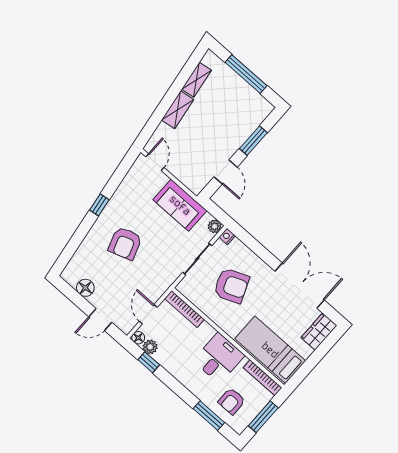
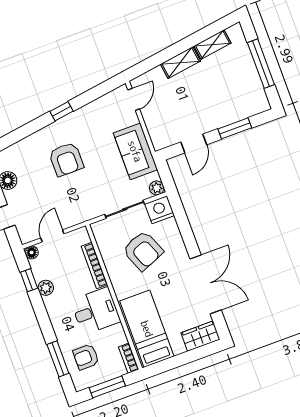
nightstand: (227, 236) -> (160, 210), width x1.89, depth x1.79
armchair: (125, 243) -> (66, 159), turned -71
bookcase: (184, 309) -> (94, 265), moved
plant: (150, 347) -> (46, 288), moved
bookcase: (262, 378) -> (129, 358), width x0.64

